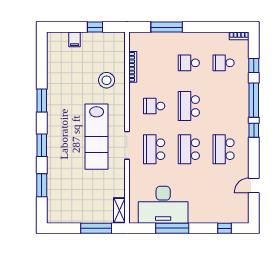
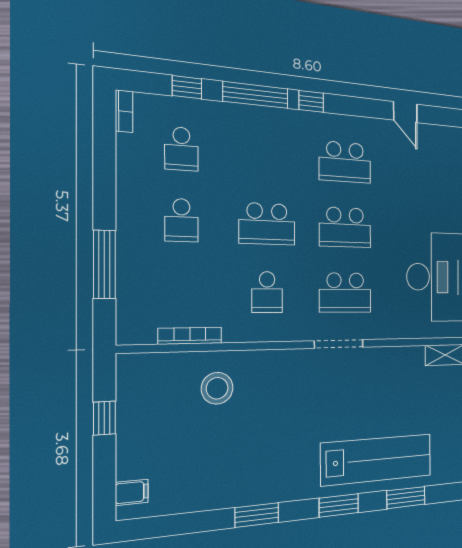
filing cabinet: (74, 39) -> (132, 492), moved
lab bench: (97, 137) -> (377, 460), moved

